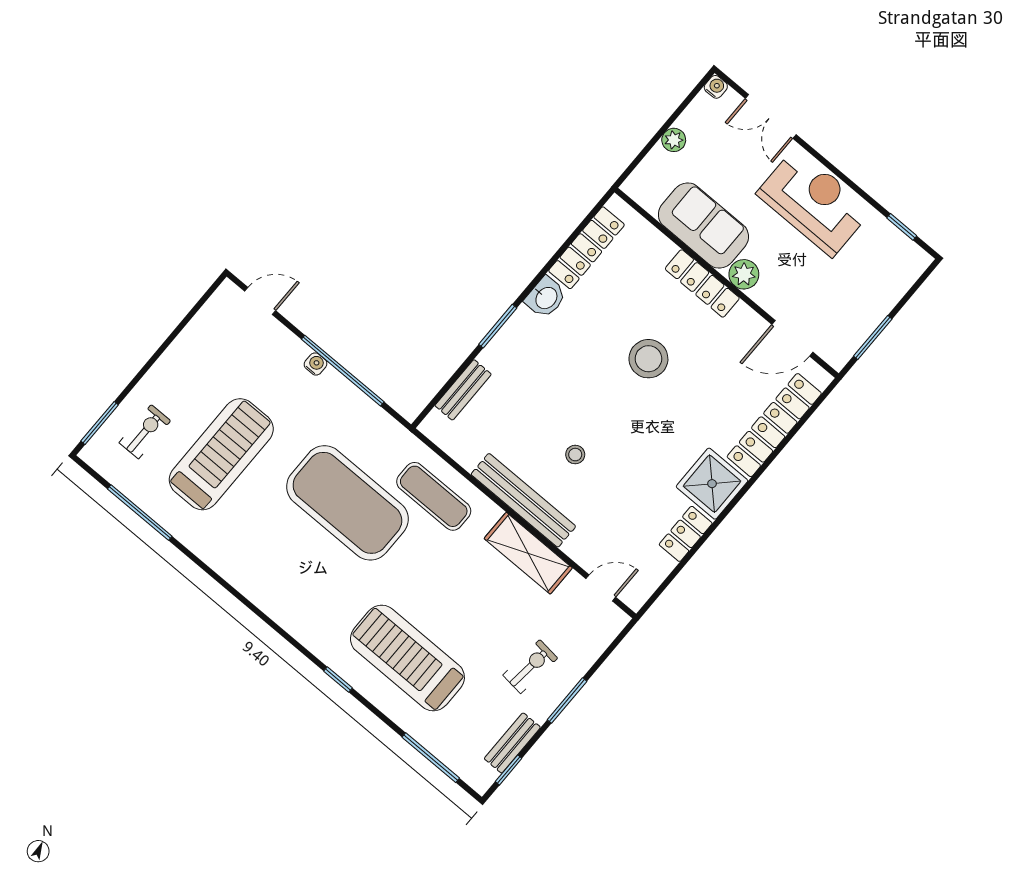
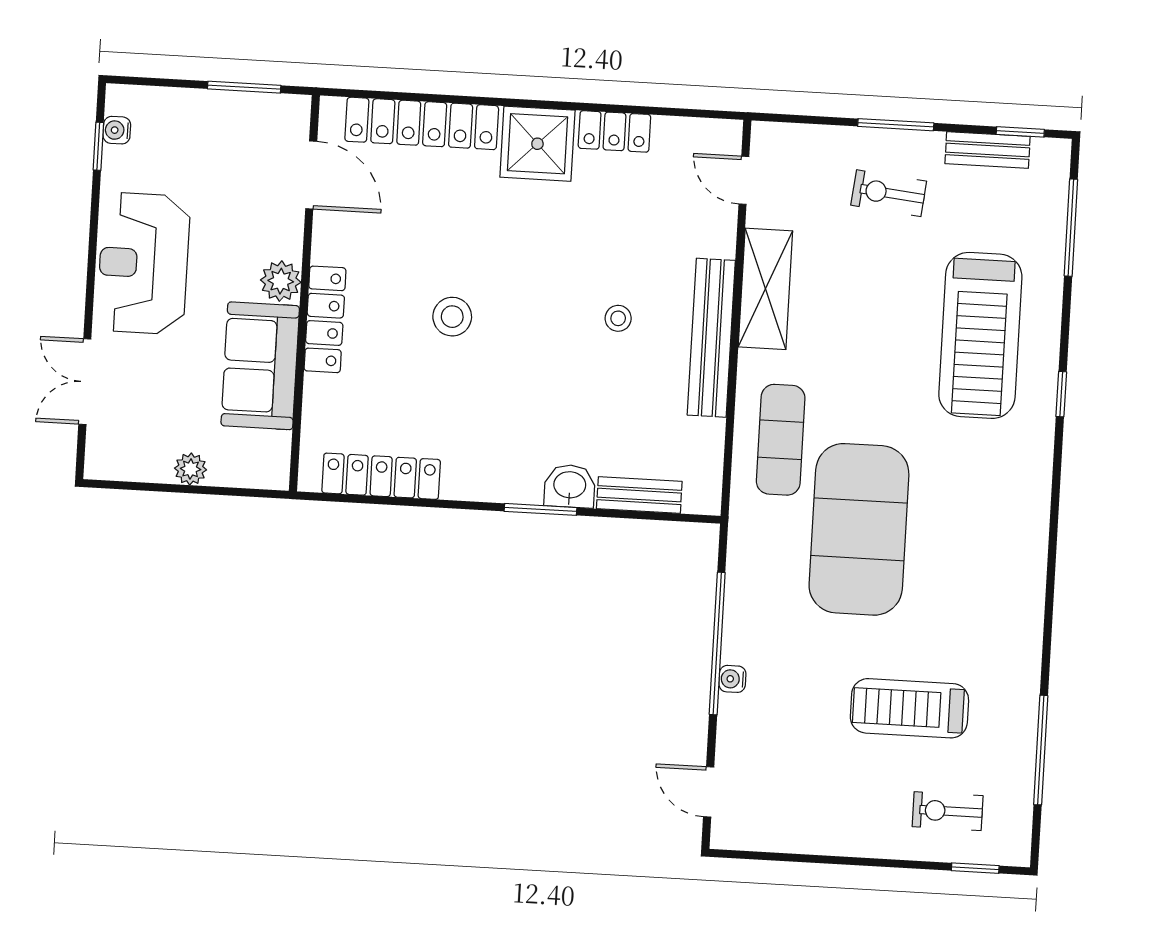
water cooler: (716, 87) -> (117, 130), moved
double door: (771, 116) -> (85, 382), swing flipped
washbasin: (546, 297) -> (570, 486), moved
stool: (648, 359) -> (452, 317), width x0.73, depth x0.73
window: (100, 423) -> (975, 868), width x0.67
treadmill: (221, 454) -> (909, 708), width x0.73, depth x0.73

